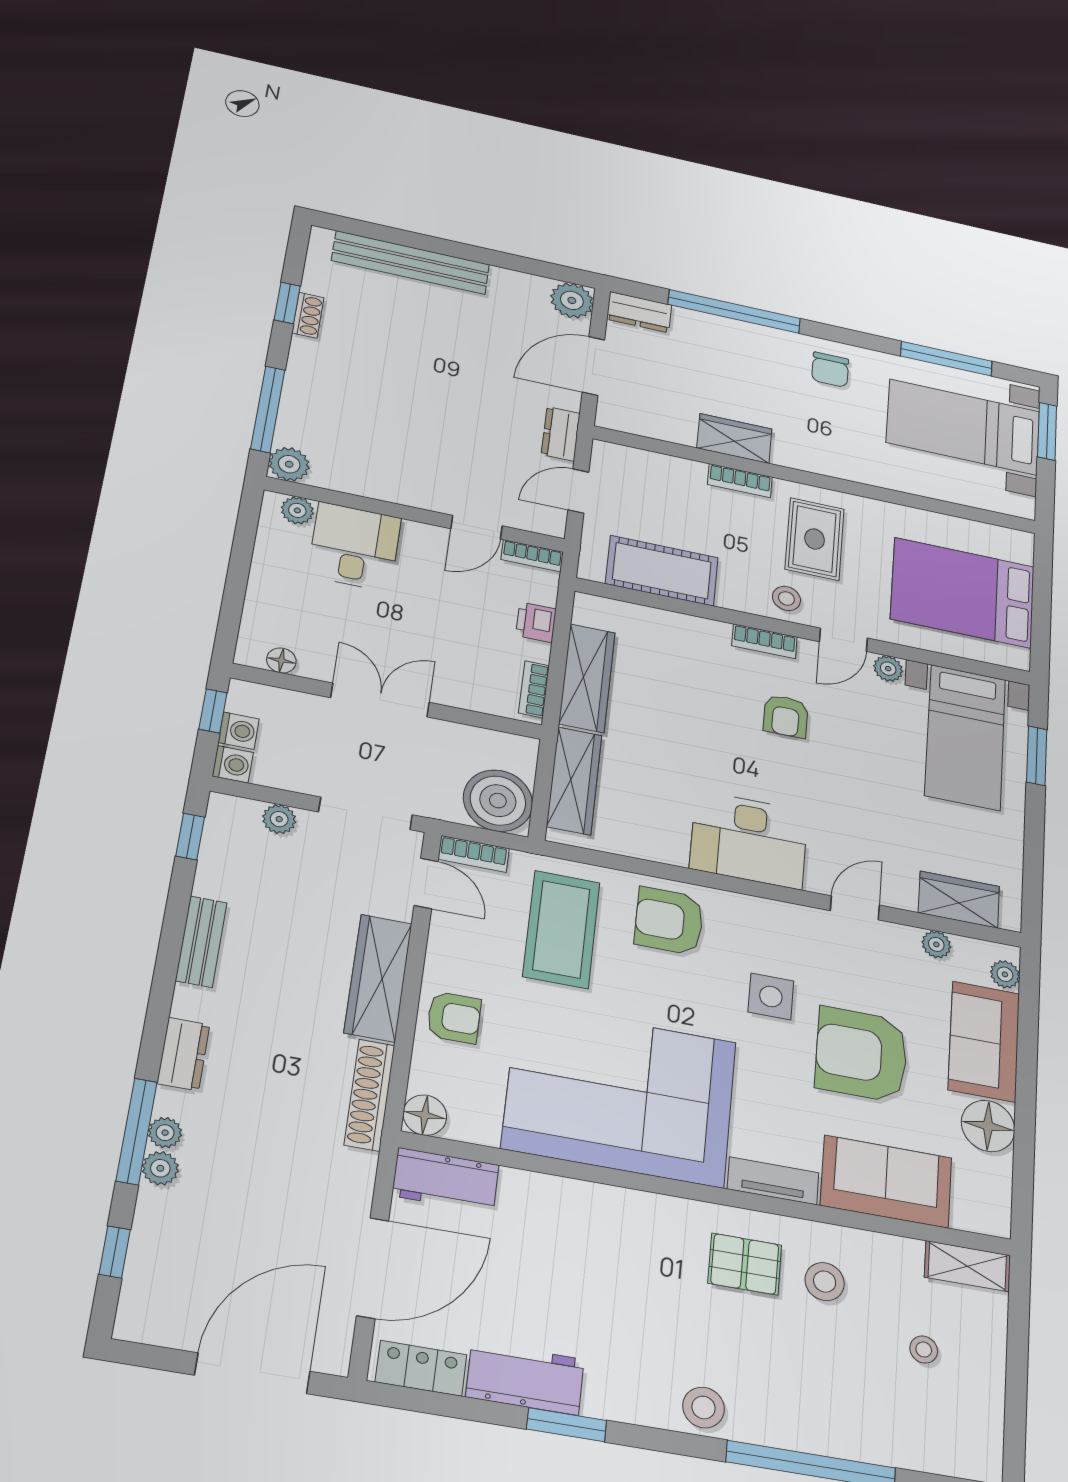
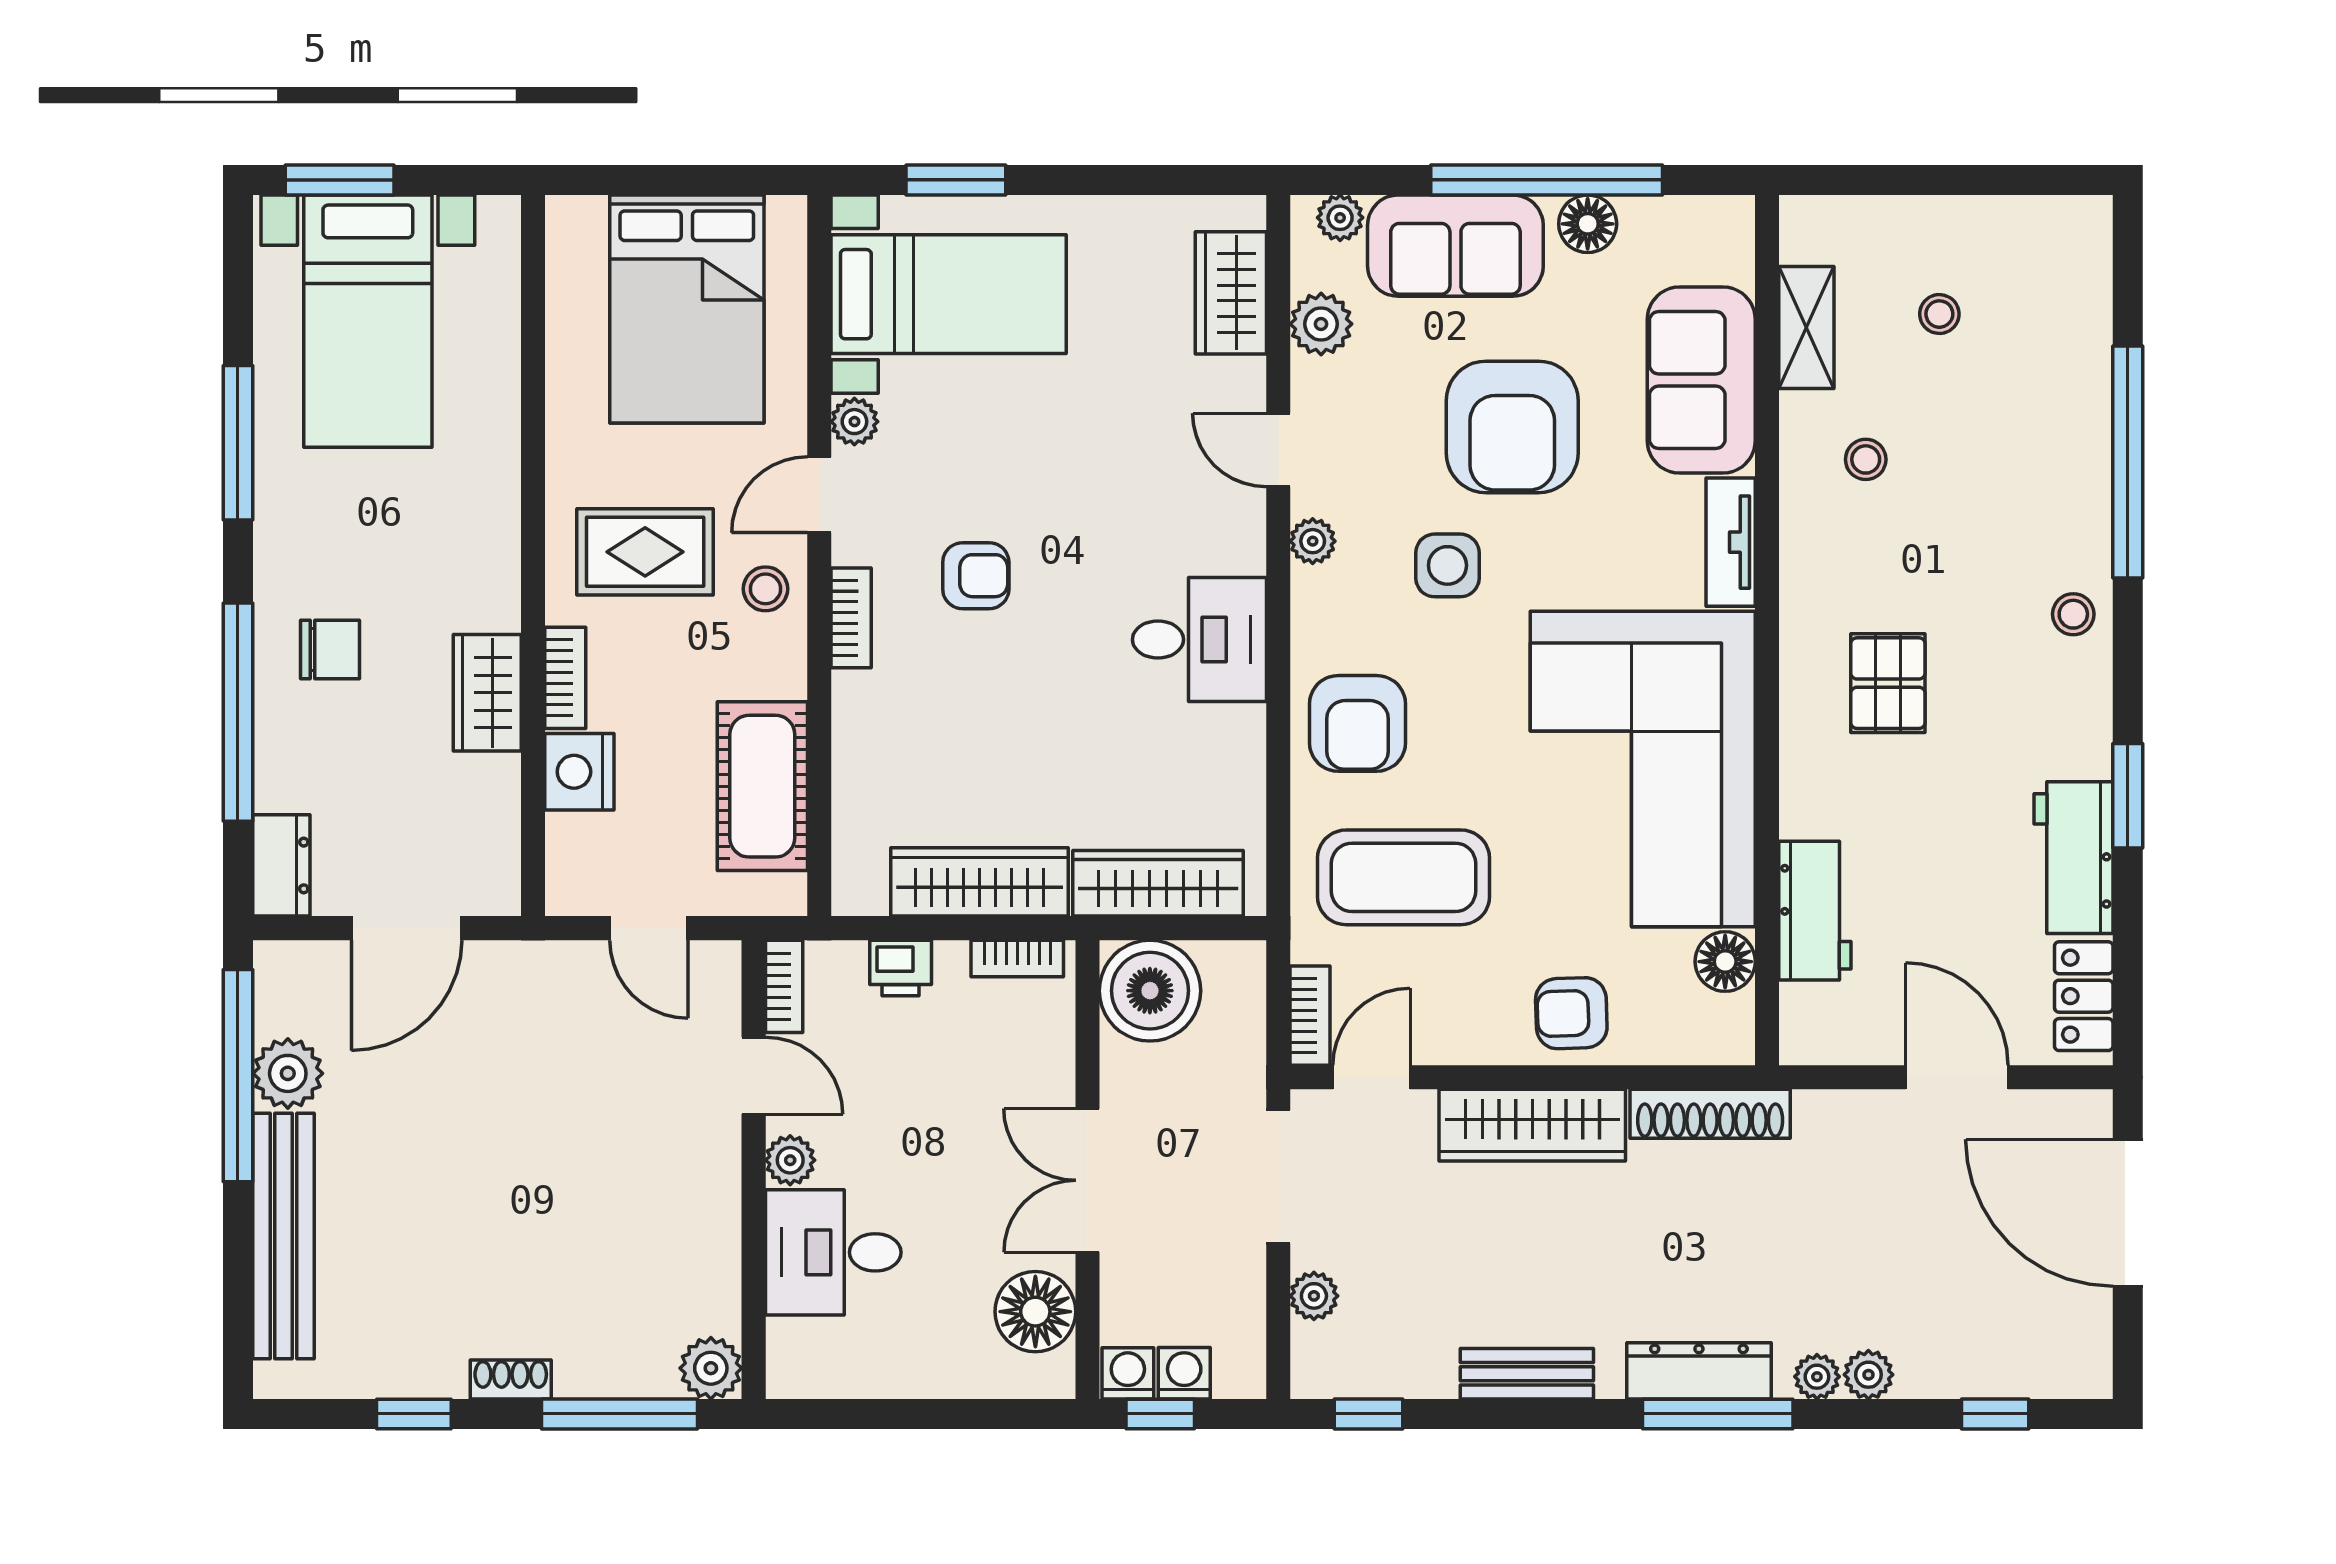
window: (513, 262) -> (238, 1076), added
plant: (572, 300) -> (288, 1073), moved
shoe rack: (308, 315) -> (511, 1380), moved
window: (946, 359) -> (238, 443), moved
door: (593, 366) -> (407, 928), hinge flipped
chair: (830, 370) -> (330, 649), moved
dresser: (561, 434) -> (550, 966), removed
nightstand: (681, 476) -> (579, 772), added
plant: (297, 510) -> (790, 1160), moved
door: (843, 640) -> (819, 495), swing flipped
floor lamp: (281, 660) -> (1035, 1312), width x1.89, depth x1.89
washing machine: (233, 764) -> (1128, 1373), moved
boiler: (498, 801) -> (1150, 991), moved
desk: (749, 840) -> (1199, 640), width x0.73
plant: (793, 917) -> (1313, 541), added
plant: (936, 944) -> (1321, 324), width x1.38, depth x1.38
armchair: (454, 1017) -> (1571, 1013), turned -92
dresser: (183, 1054) -> (1699, 1371), width x1.44
window: (1025, 1107) -> (1547, 180), added
floor lamp: (425, 1115) -> (1725, 962), moved
floor lamp: (988, 1126) -> (1588, 224), width x0.73, depth x0.73
window: (137, 1131) -> (1718, 1414), moved
workbench: (446, 1180) -> (1815, 911), moved
pallet: (745, 1264) -> (1888, 683), moved
shelving: (967, 1266) -> (1806, 327), moved
door: (373, 1268) -> (1957, 1077), width x0.73
stool: (825, 1282) -> (1866, 459), width x0.73, depth x0.73
stool: (704, 1408) -> (2073, 614), width x0.73, depth x0.73

